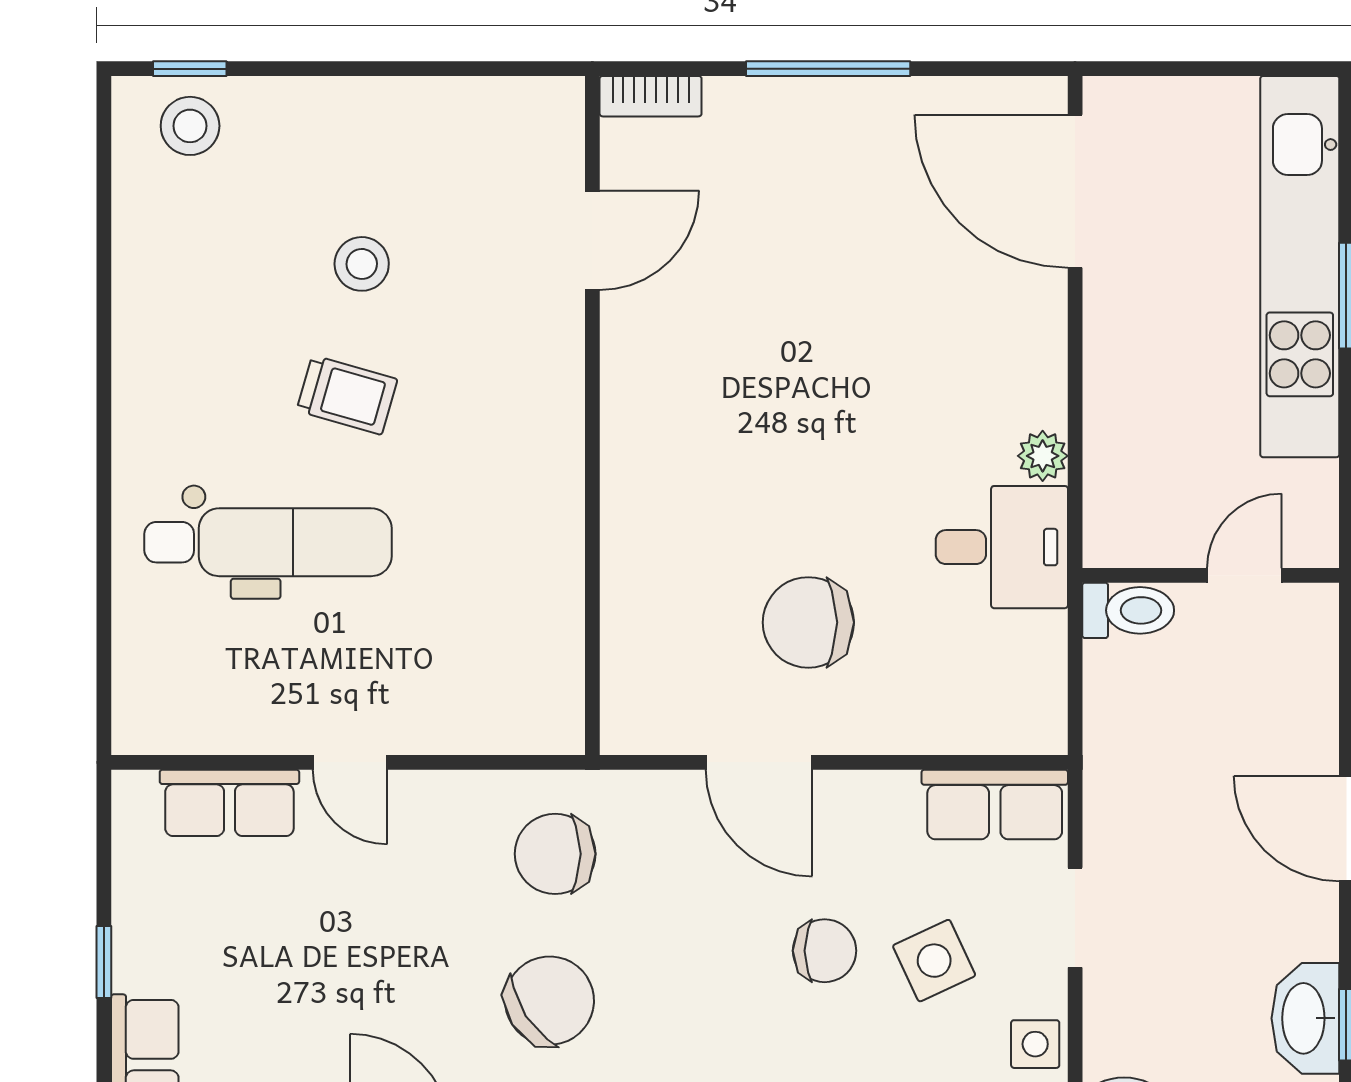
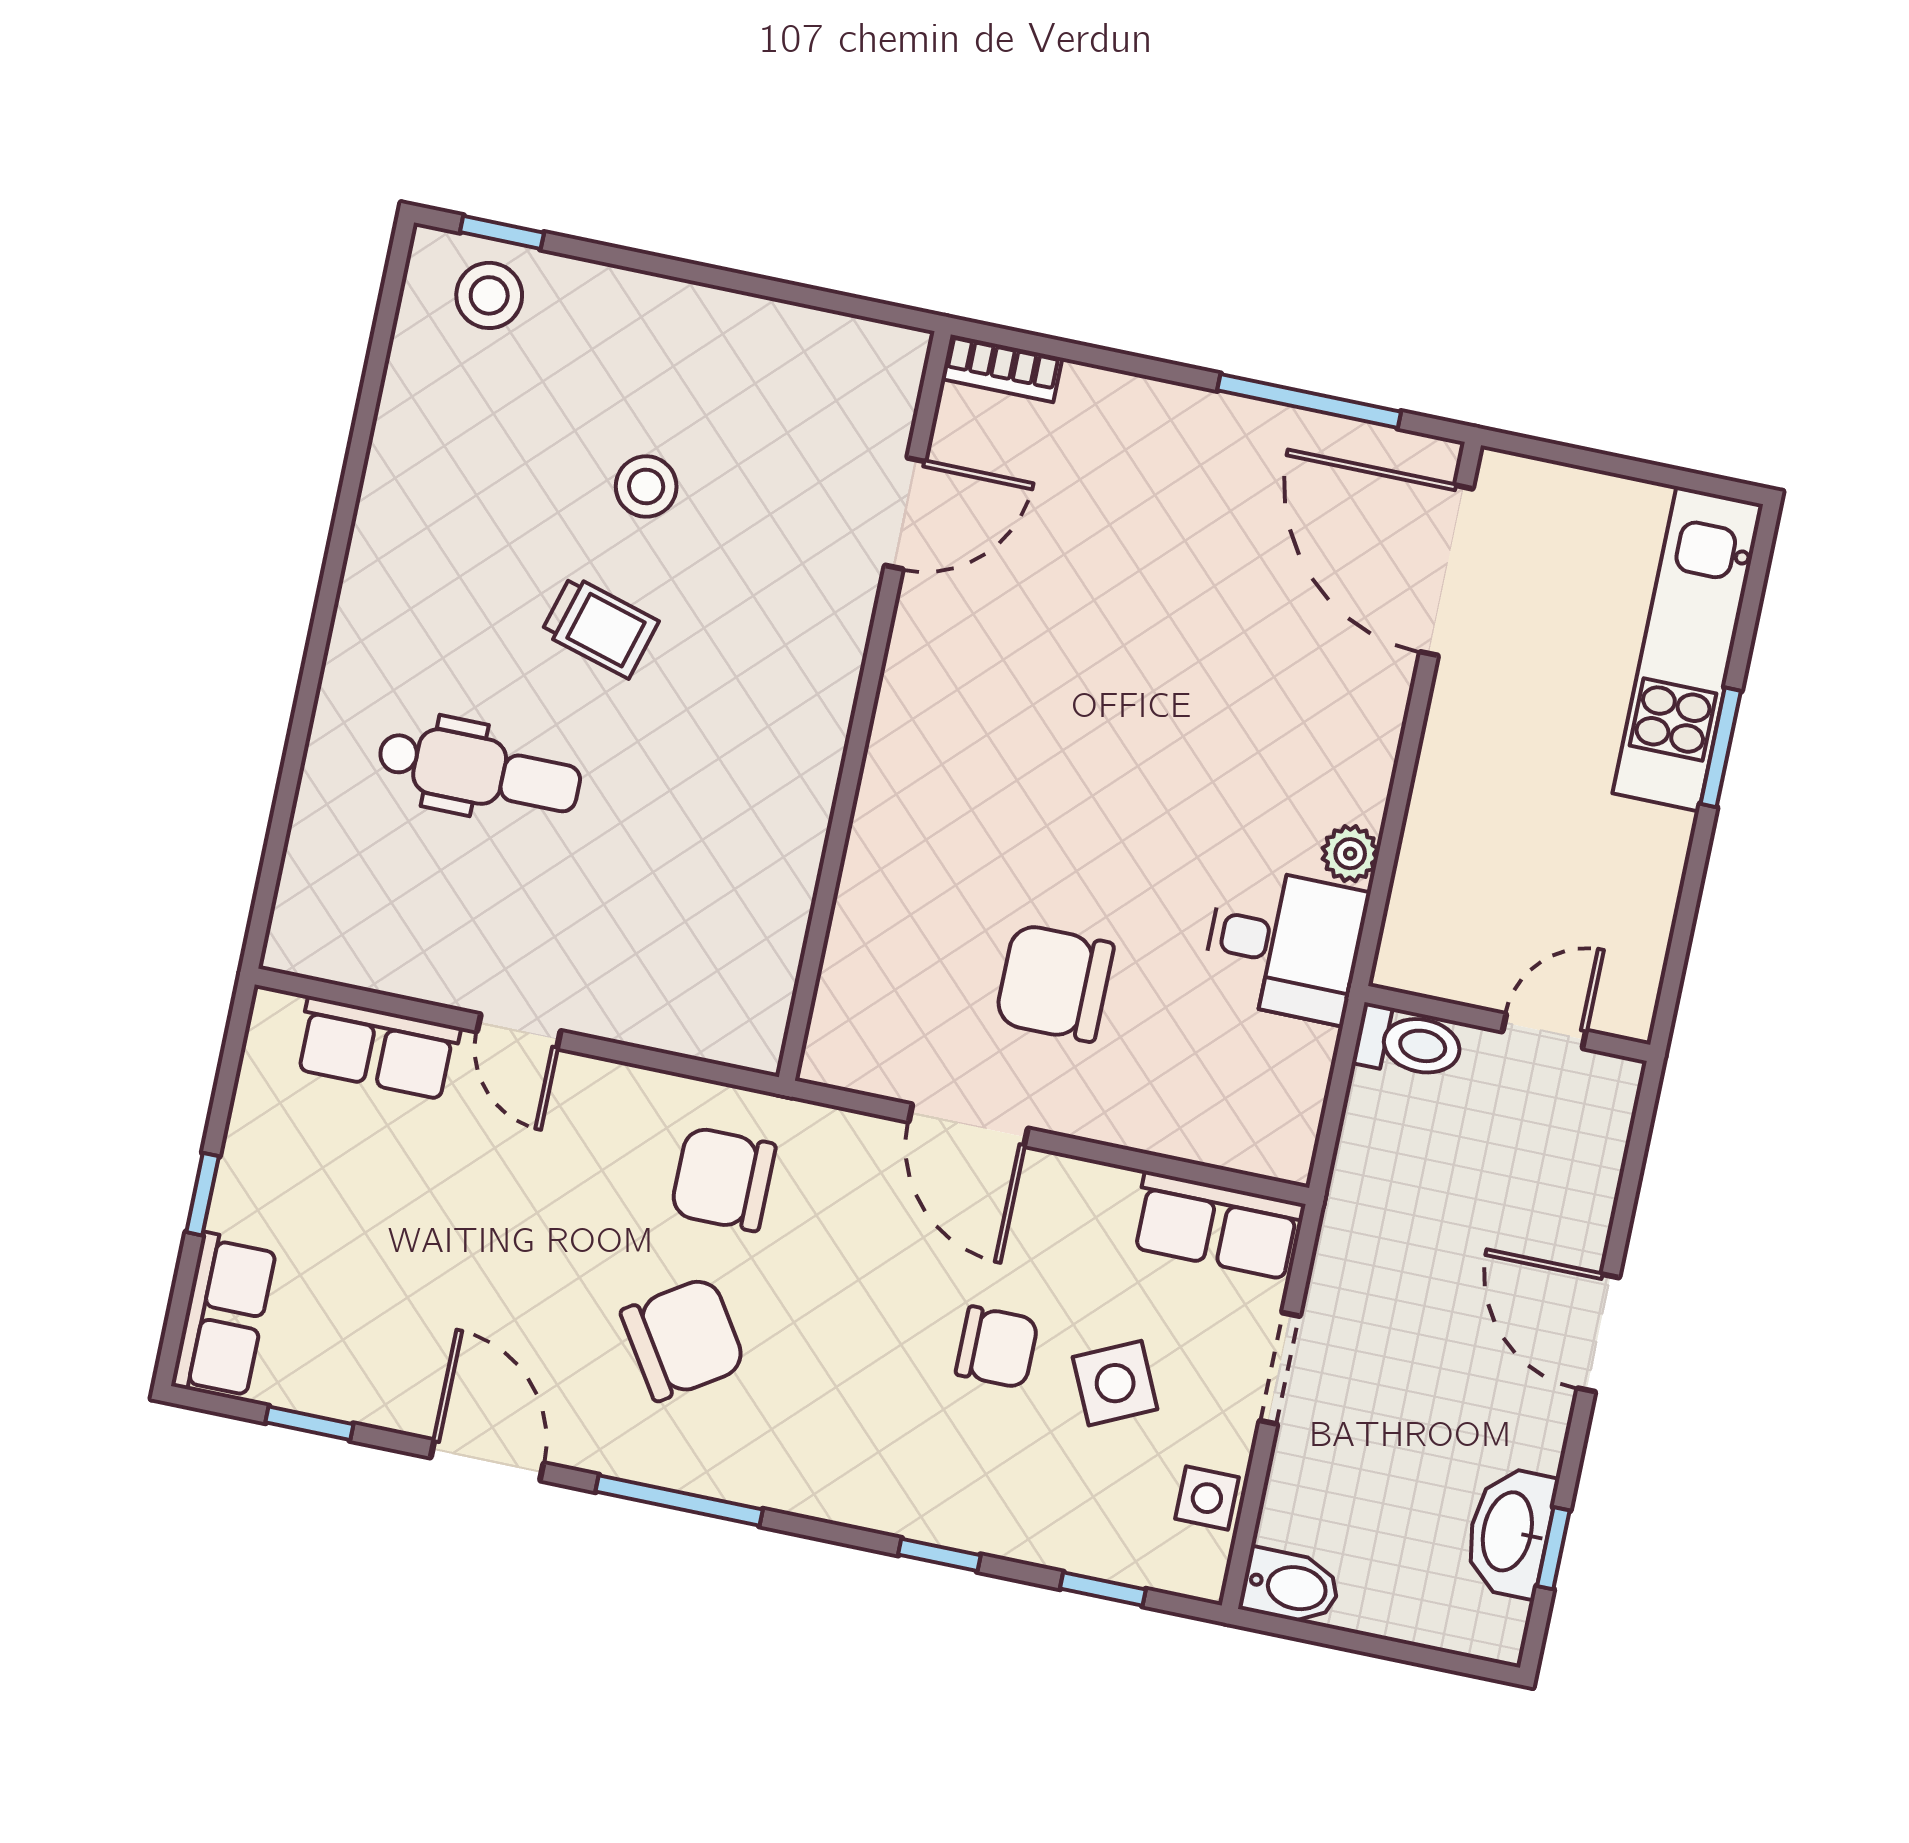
window: (828, 69) -> (1309, 401), moved
kitchen unit: (1300, 267) -> (1688, 649), width x0.73
dental chair: (268, 542) -> (479, 771), width x0.73, depth x0.72

